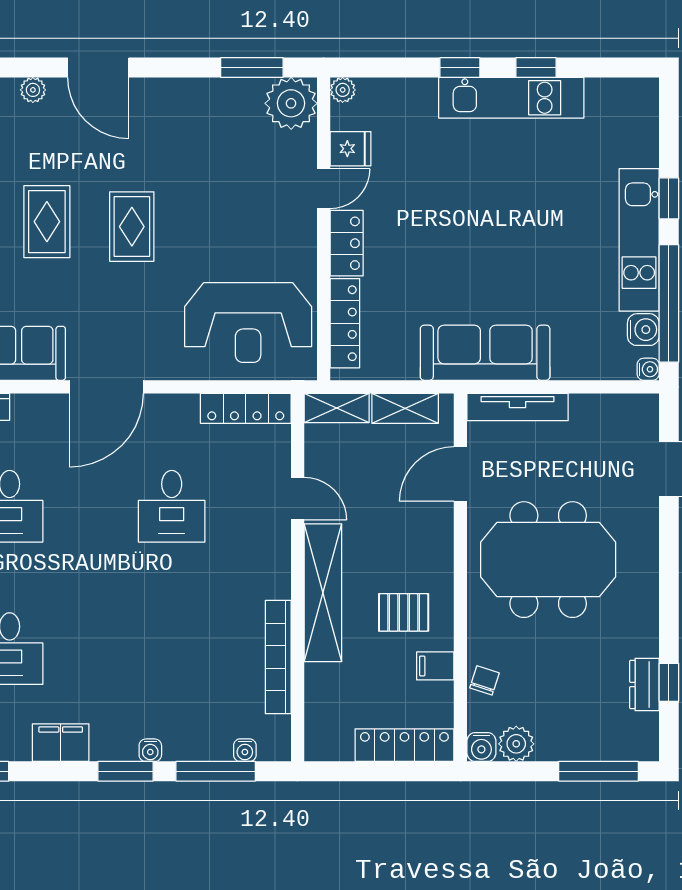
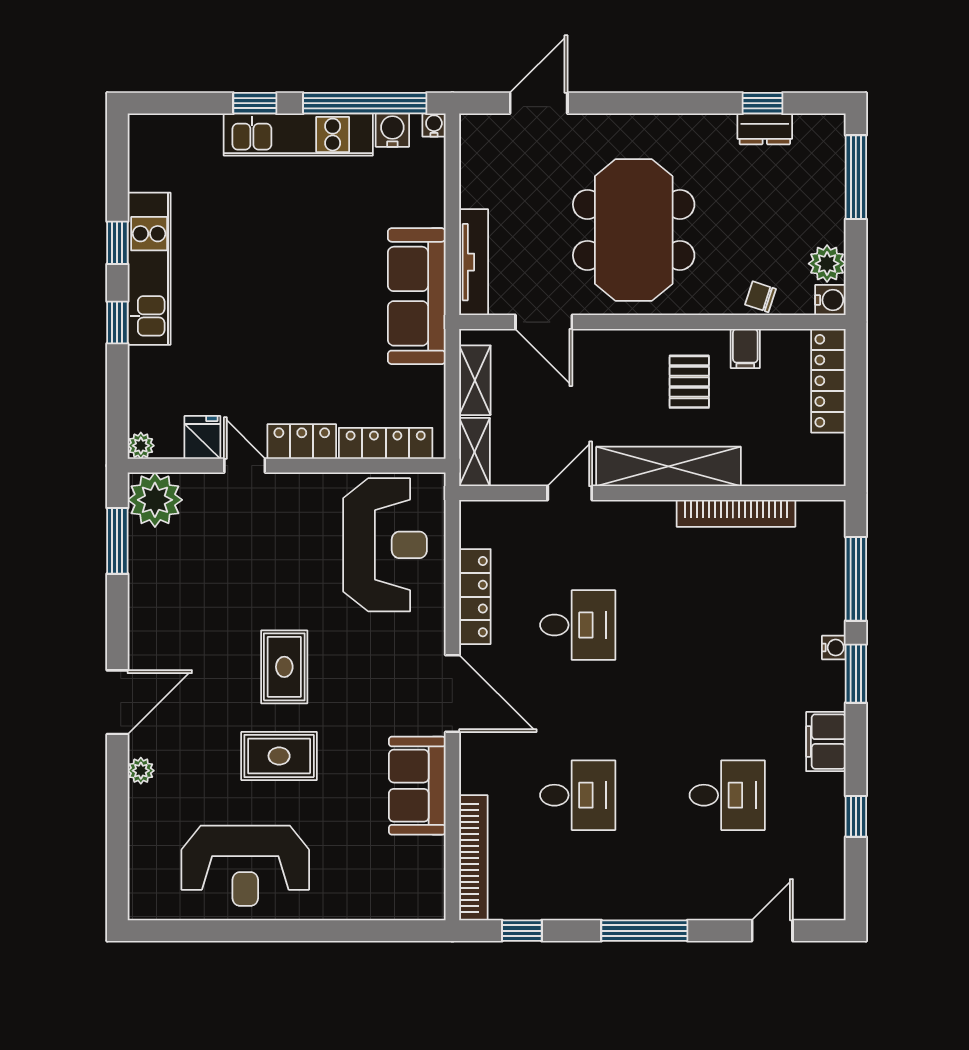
rug: (132, 227) -> (284, 667), turned 90
locker: (246, 408) -> (475, 597), moved
water cooler: (245, 750) -> (834, 548), removed

